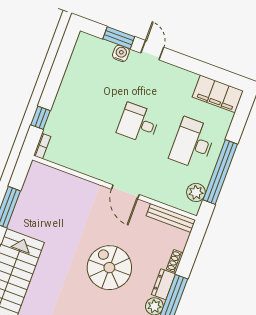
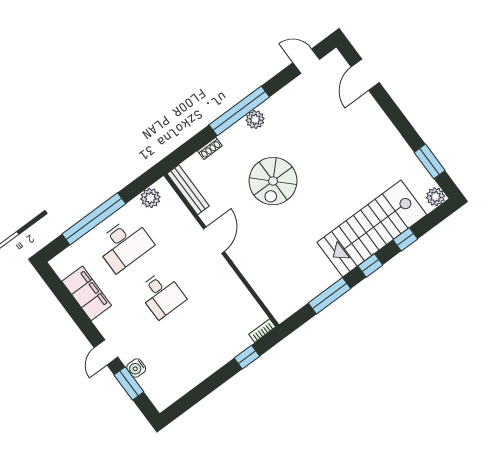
filing cabinet: (218, 94) -> (87, 293), moved
window: (220, 172) -> (94, 219), moved
dresser: (163, 284) -> (234, 134), removed

